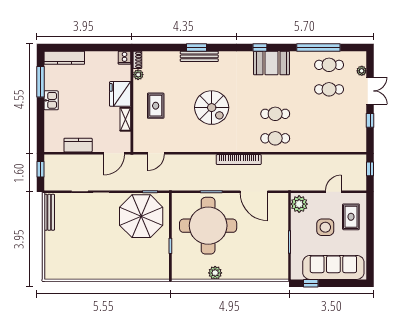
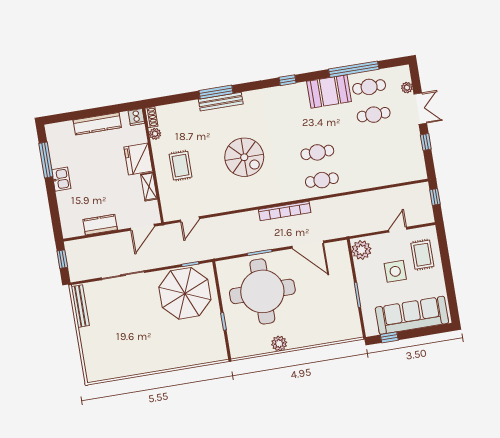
window: (197, 47) -> (216, 92), width x1.44
kitchen counter: (64, 58) -> (97, 124), moved
booth: (271, 63) -> (329, 91), moved

